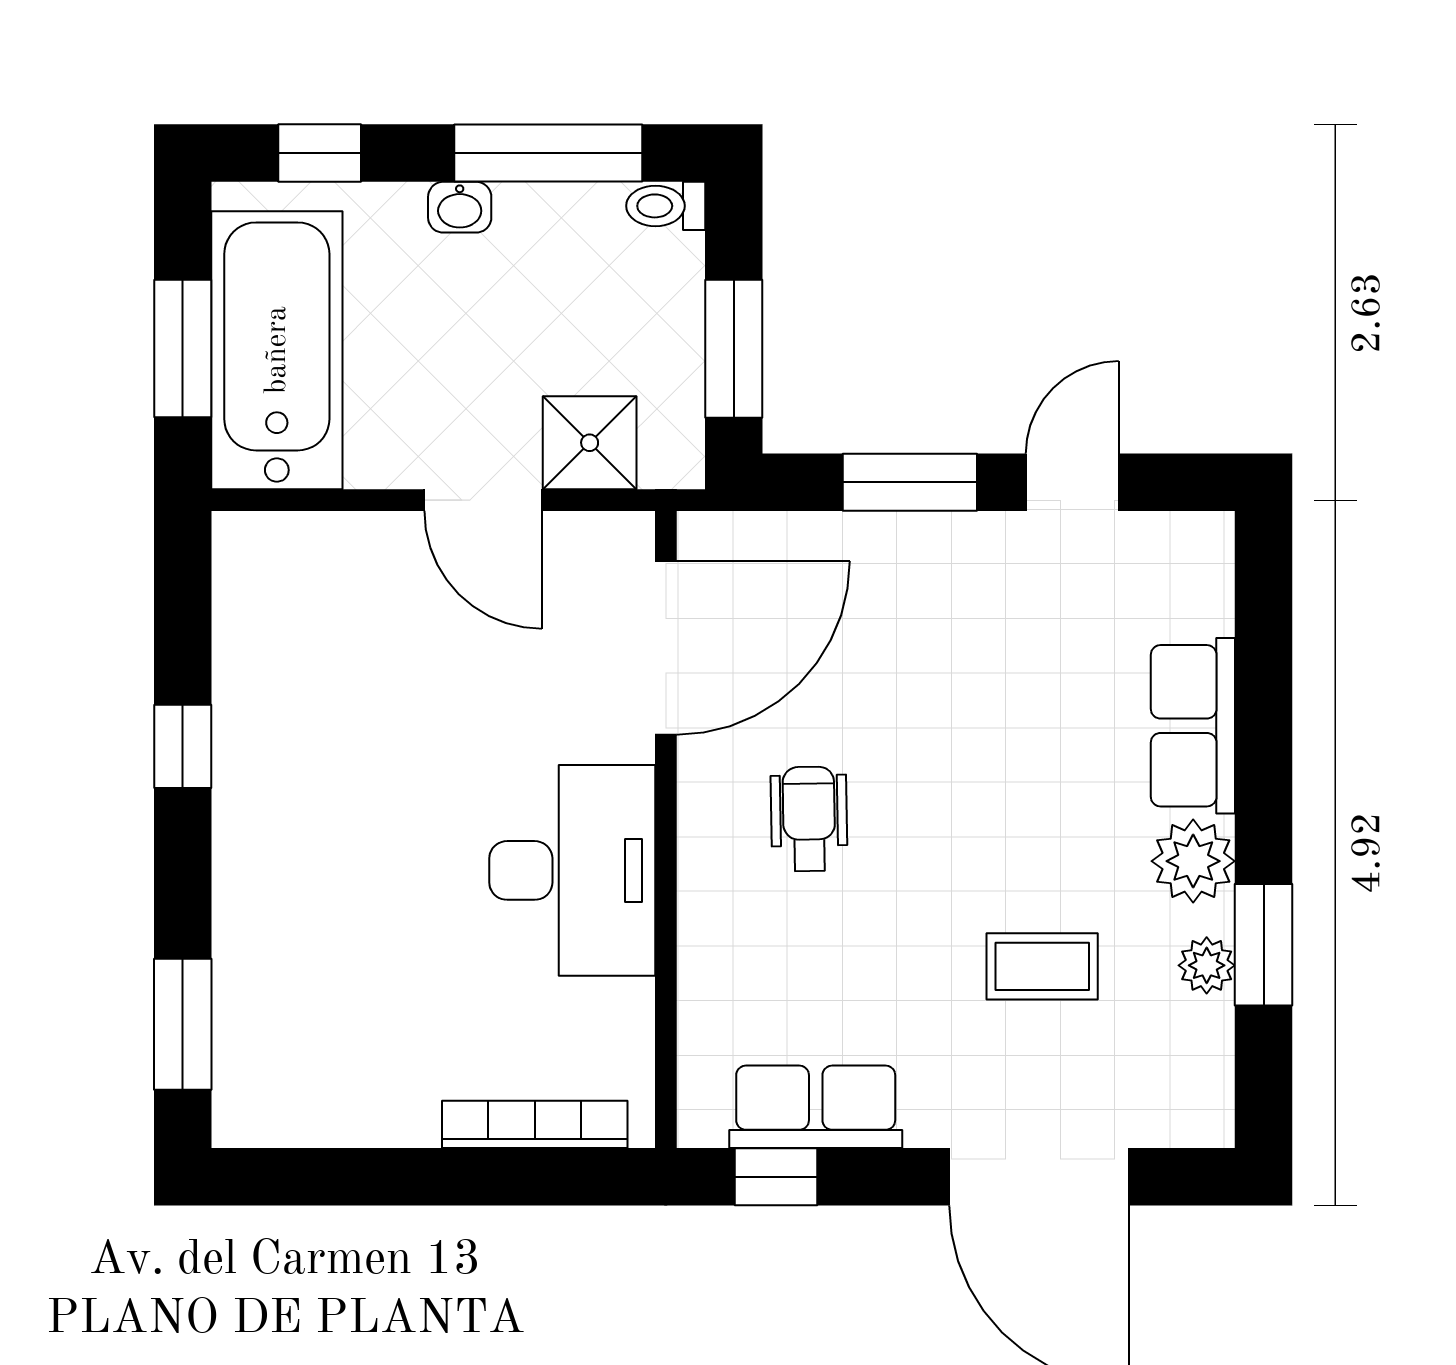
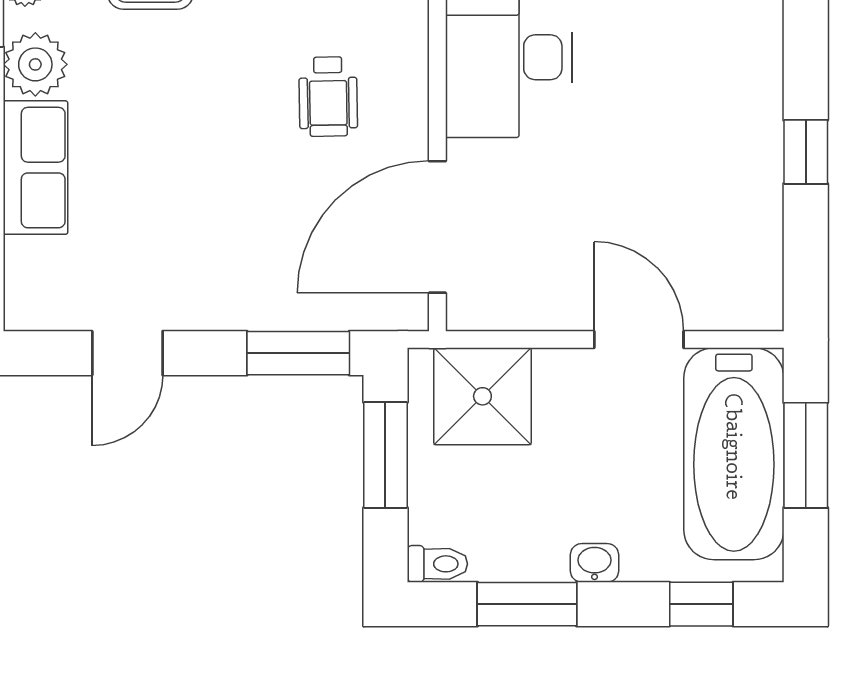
window: (548, 153) -> (527, 604), width x0.69
shower: (590, 443) -> (482, 396), width x1.36, depth x1.36
window: (910, 482) -> (298, 353), moved
door: (483, 500) -> (639, 339), moved

